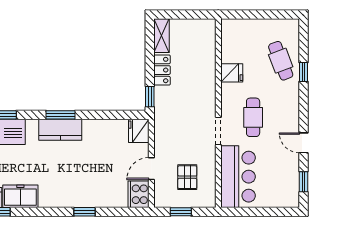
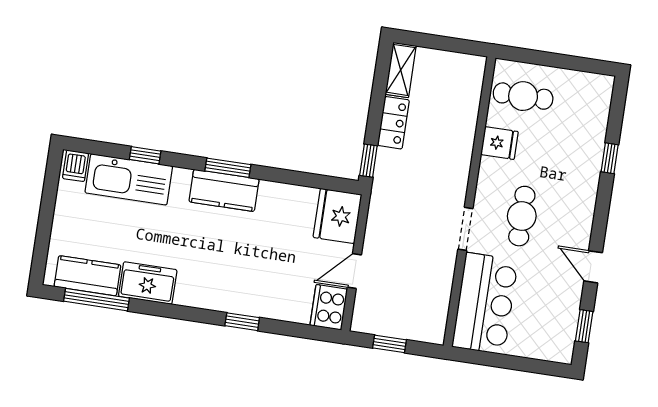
cafe table: (281, 61) -> (523, 96), moved, turned -69
fridge: (139, 131) -> (337, 216), width x1.36, depth x1.34
pallet: (187, 177) -> (407, 293), removed

